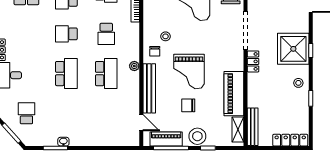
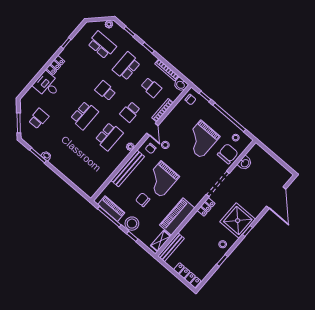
door: (141, 123) -> (152, 129), moved

